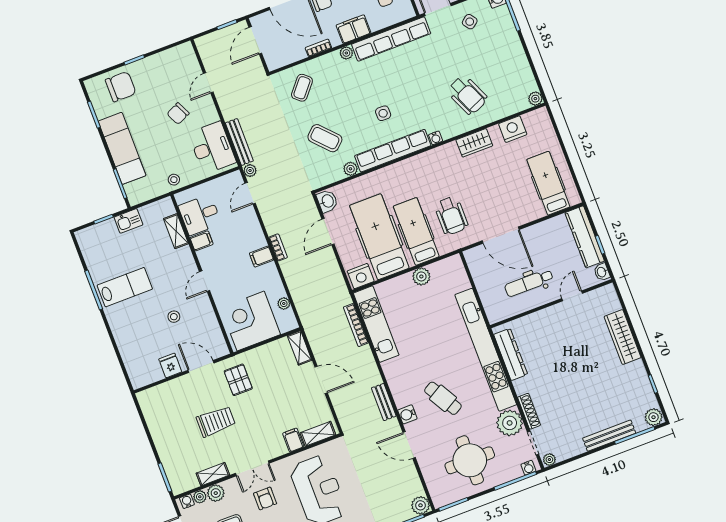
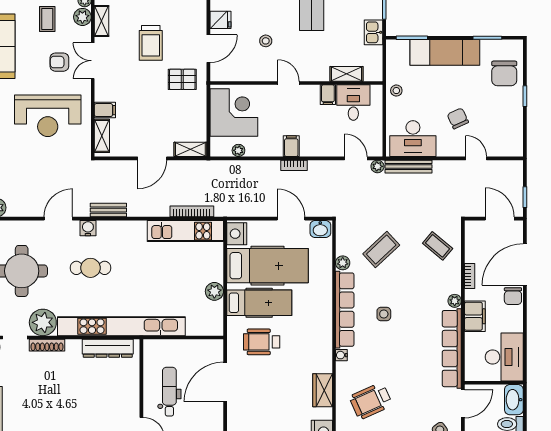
cafe table: (443, 398) -> (90, 268), turned 30

